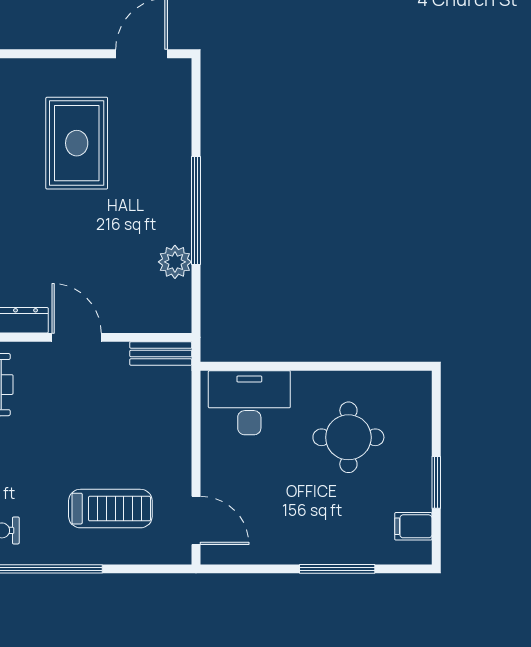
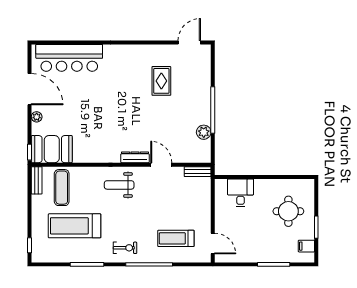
rug: (77, 143) -> (161, 81), width x0.73, depth x0.70
desk: (249, 403) -> (241, 193), width x0.73
round table: (348, 437) -> (288, 211), moved
treadmill: (110, 509) -> (176, 238), turned 180

